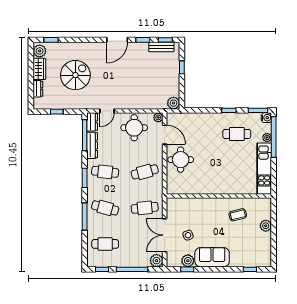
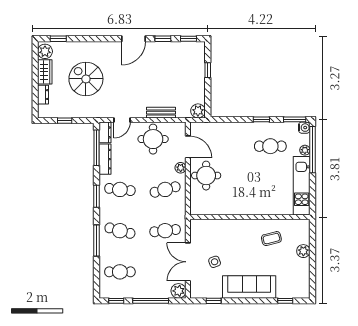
bench: (161, 47) -> (161, 113), moved
spiral stairs: (75, 75) -> (86, 79), turned -90
plant: (158, 117) -> (181, 168), moved
sofa: (212, 257) -> (249, 287), width x1.36
plant: (188, 261) -> (214, 291), removed

